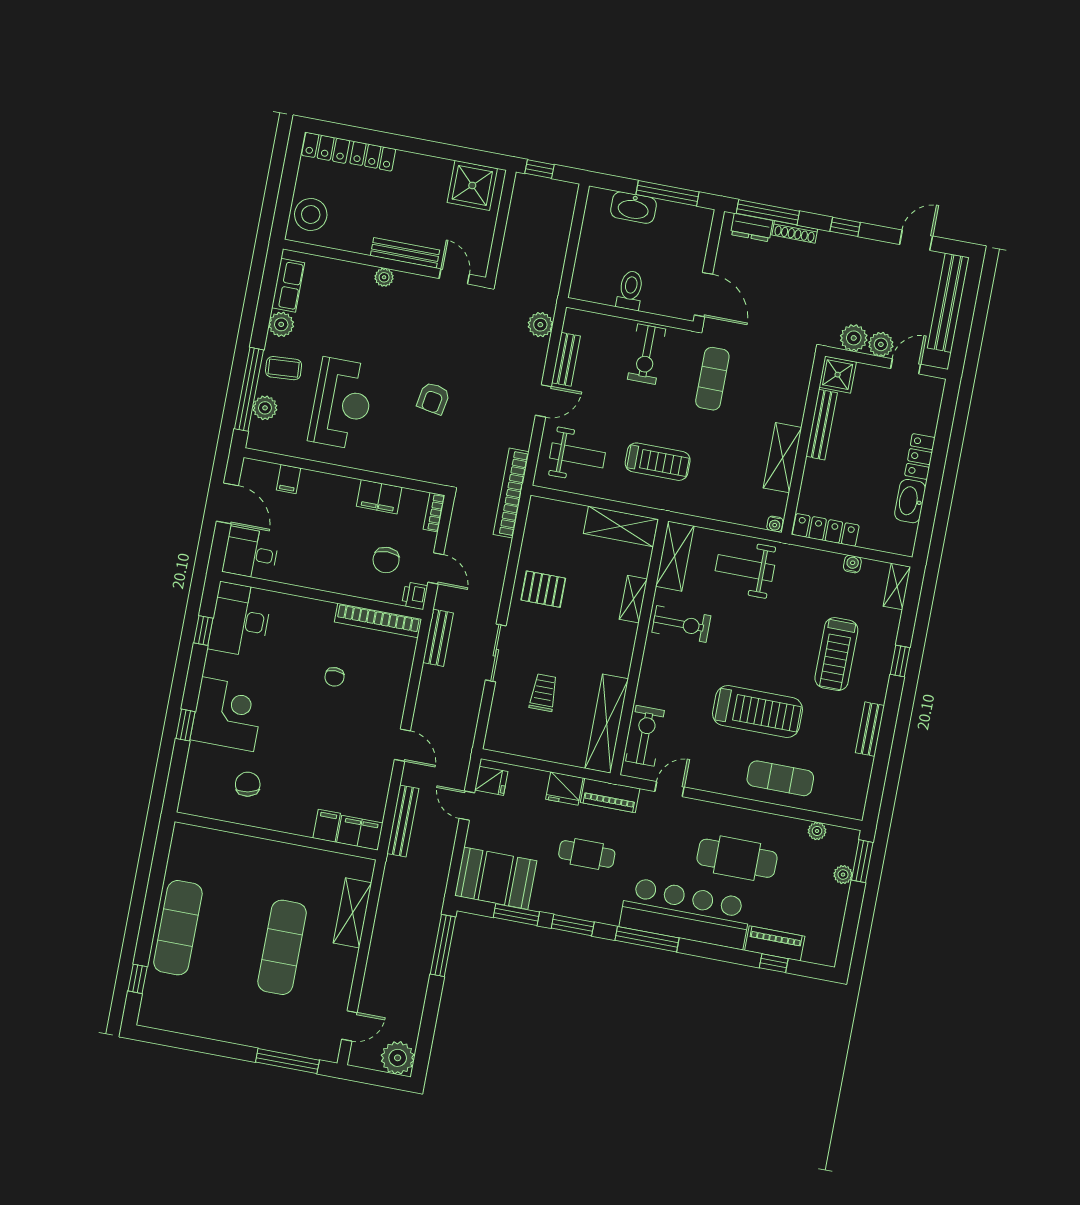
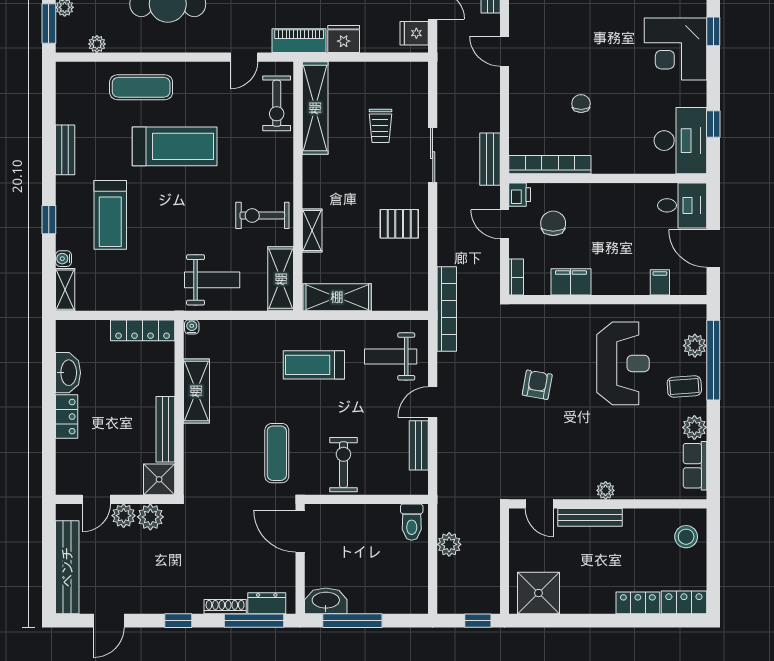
washbasin: (633, 208) -> (326, 601), moved
stool: (311, 214) -> (686, 537), width x0.73, depth x0.73
toilet: (630, 290) -> (412, 522), moved
plant: (540, 325) -> (449, 544), moved
reception desk: (342, 403) -> (623, 363), turned 180
water cooler: (852, 564) -> (64, 259), moved, turned 90
treadmill: (836, 654) -> (110, 215), turned 180
treadmill: (758, 712) -> (175, 146), turned 180

